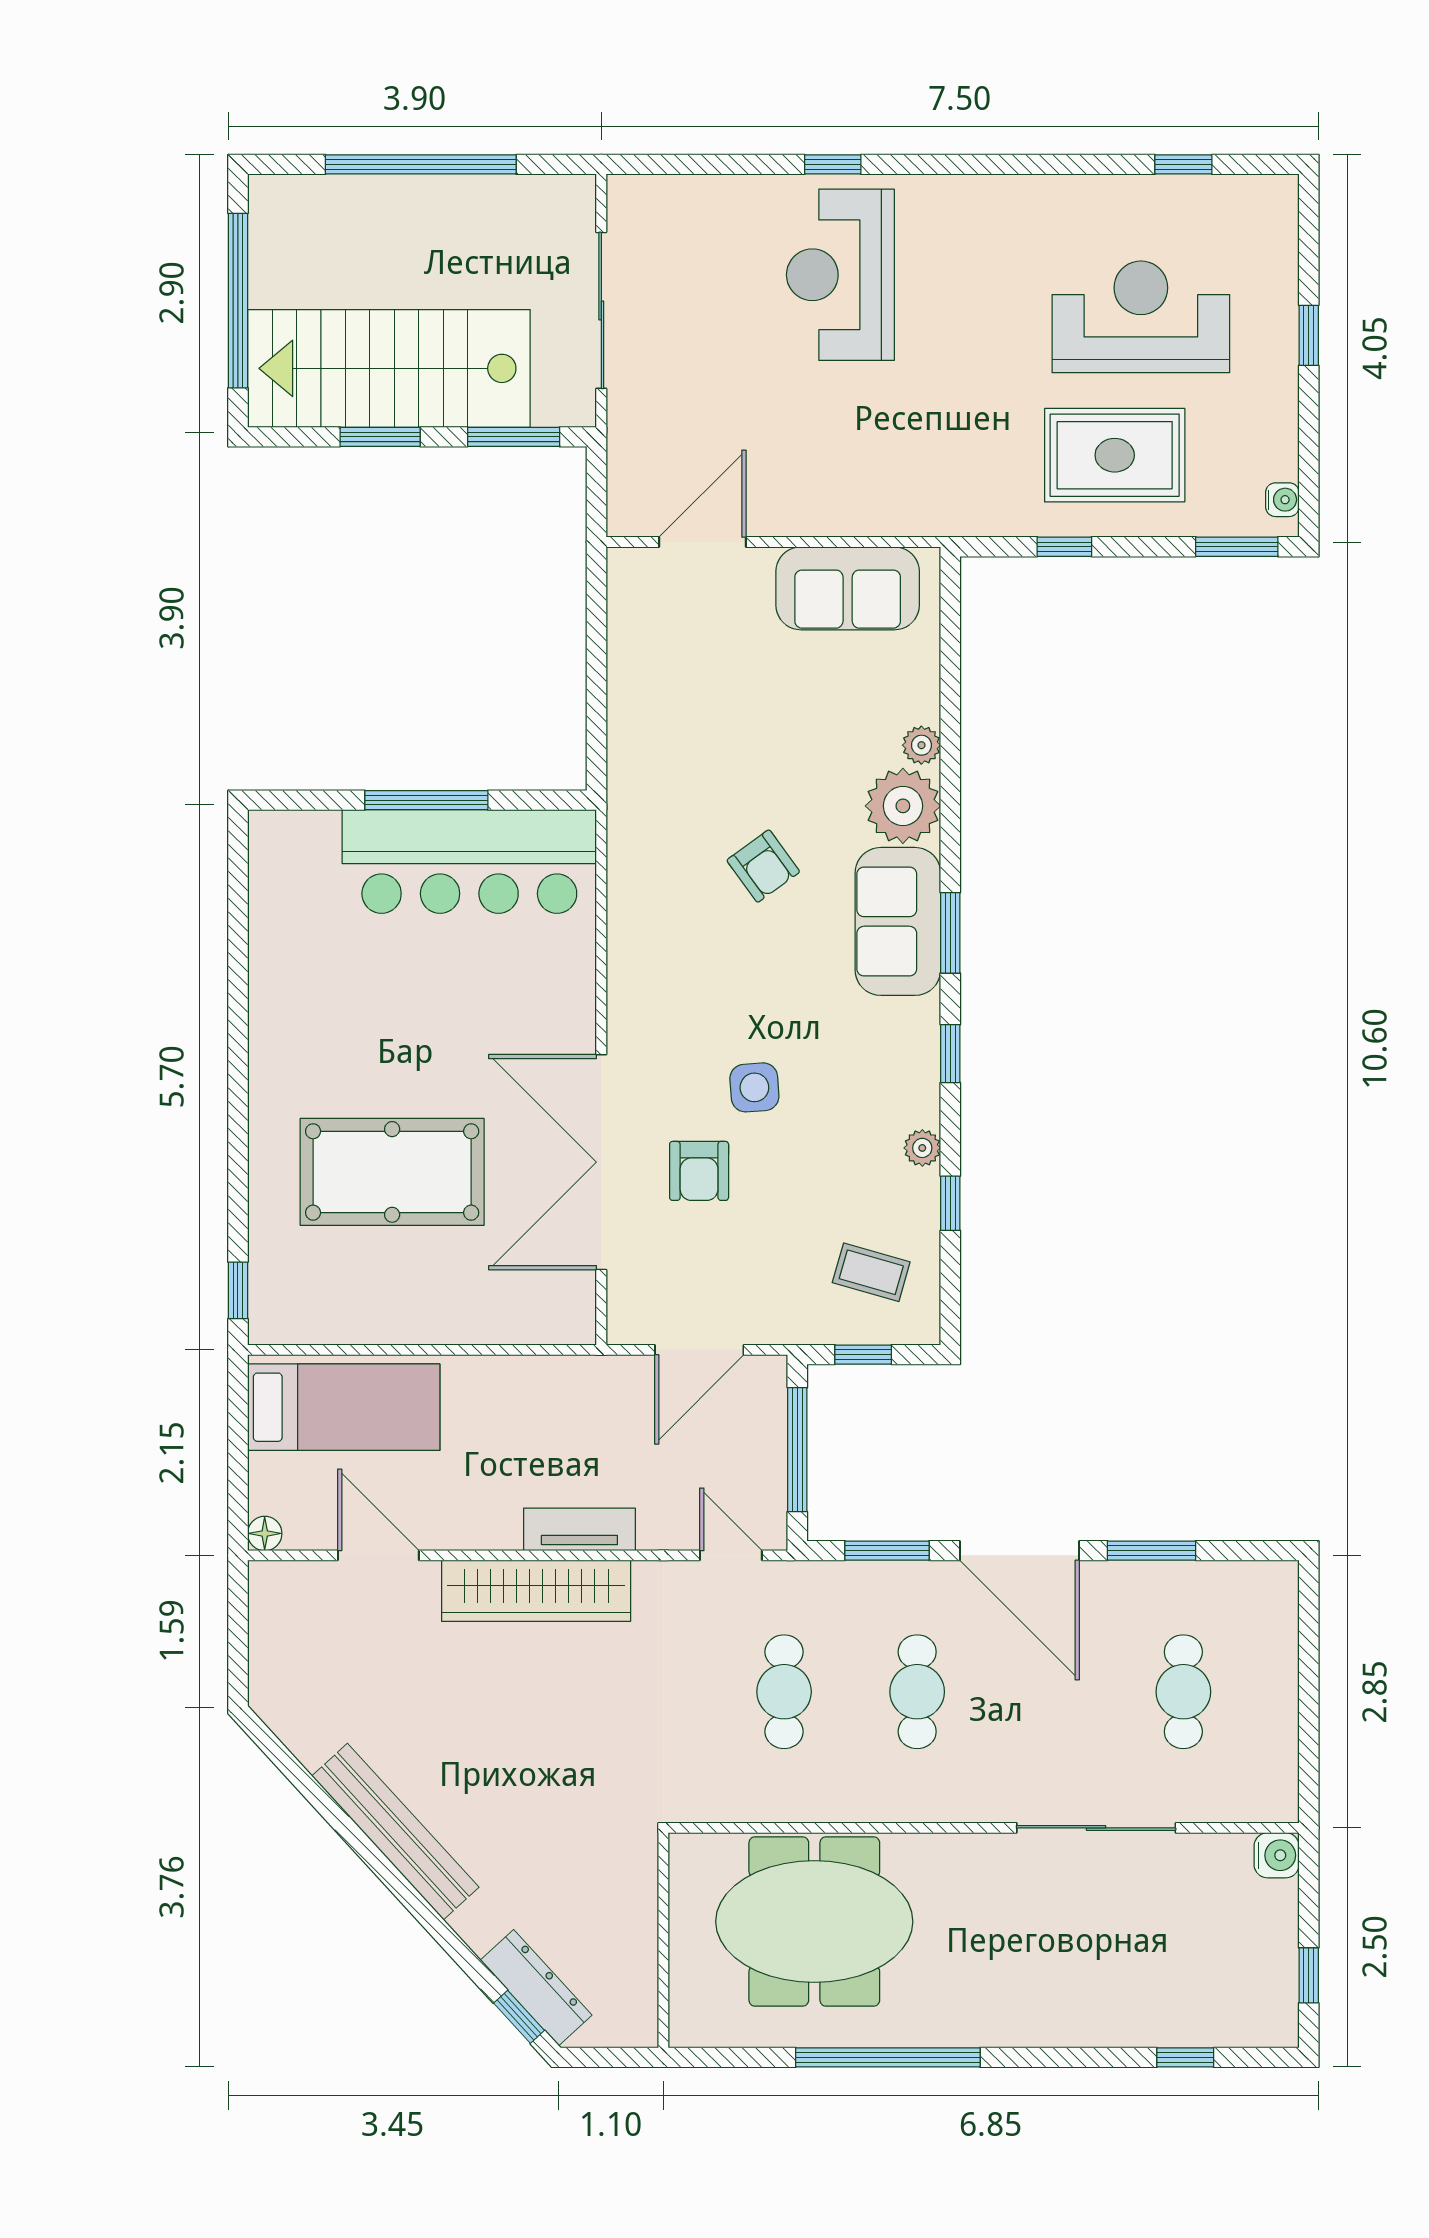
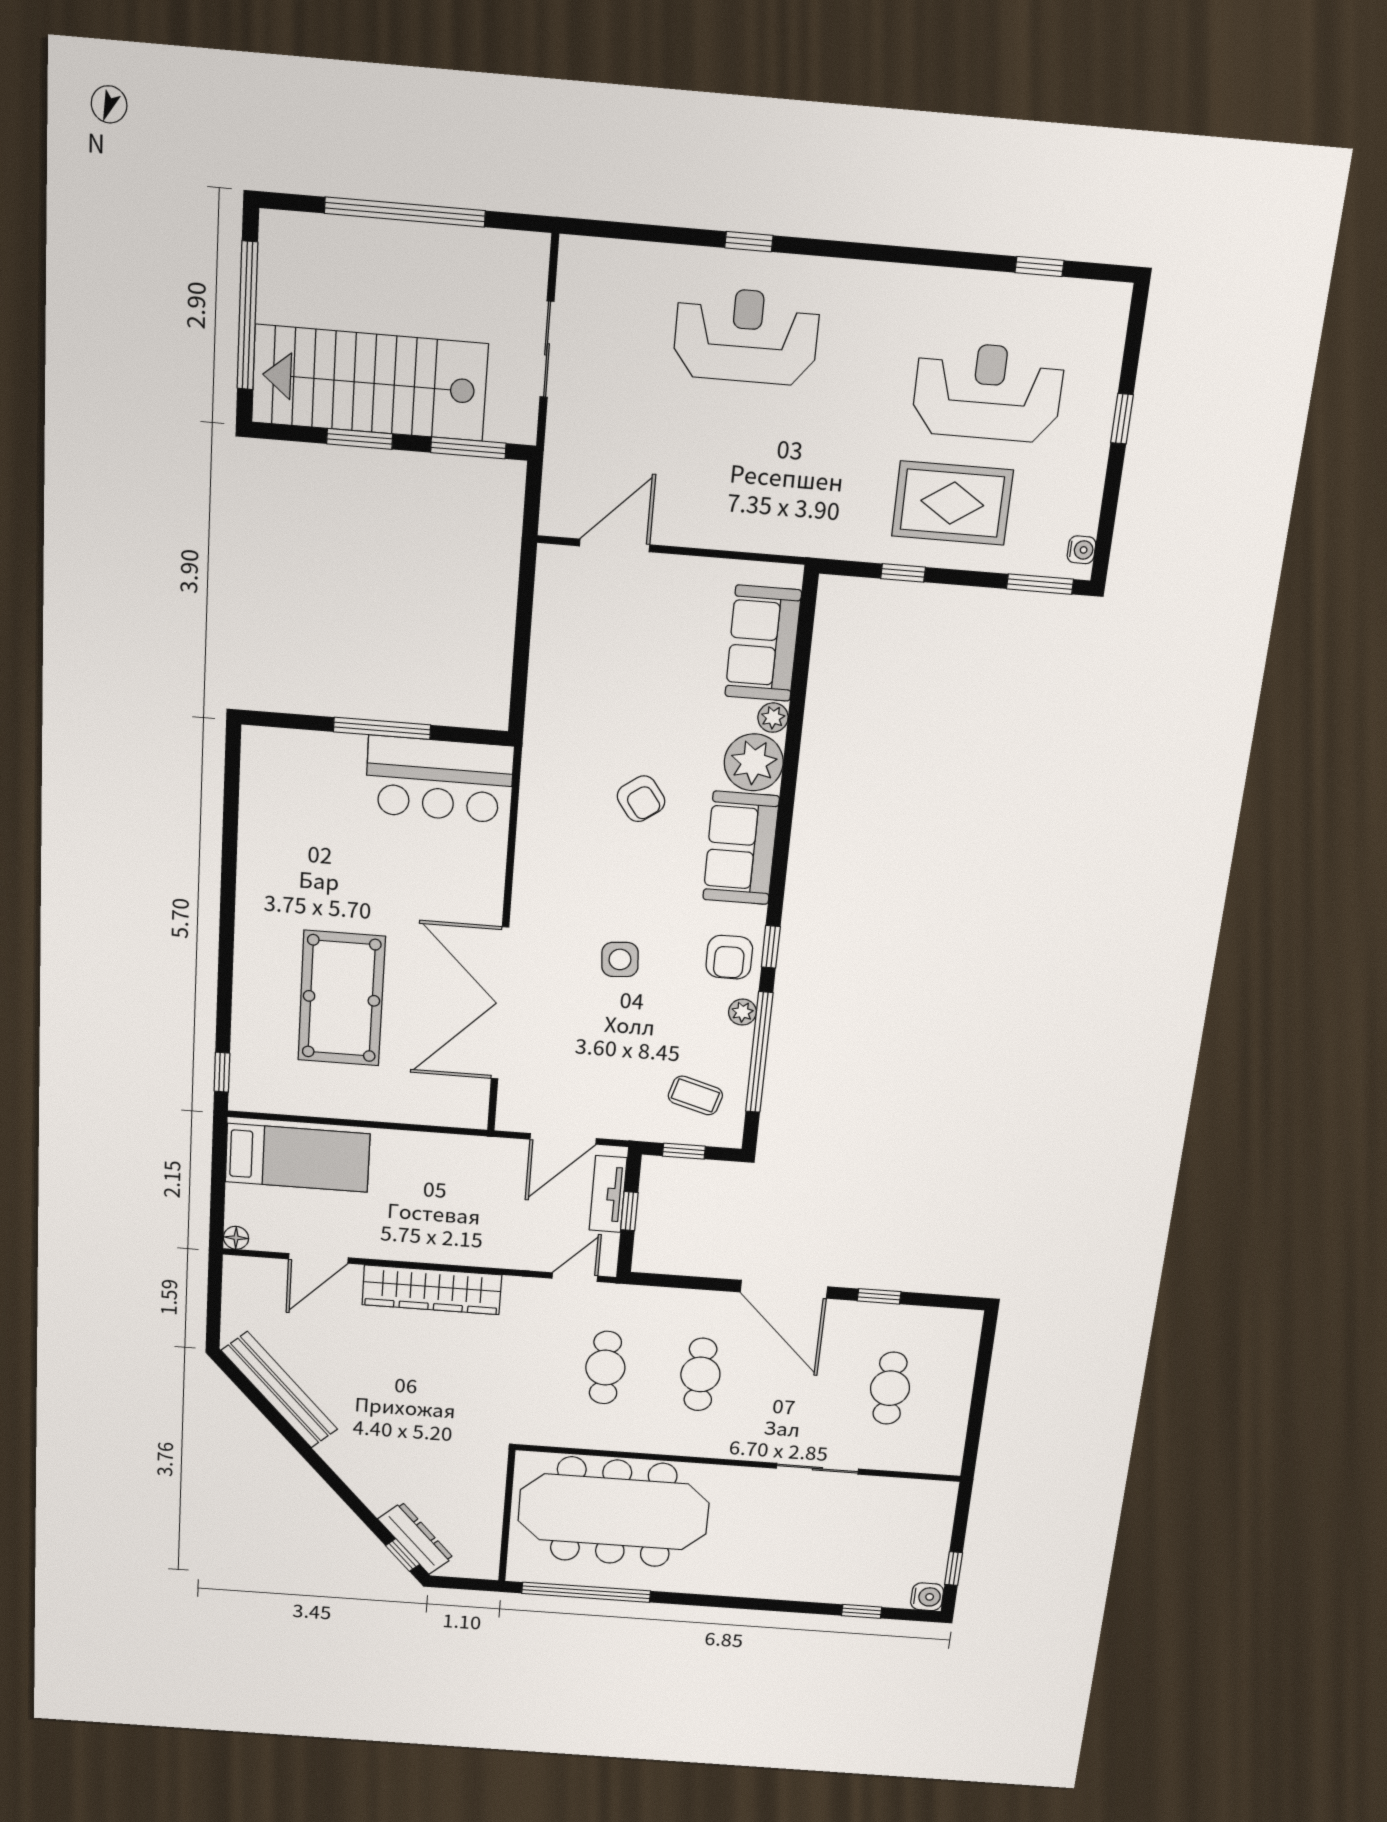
reception desk: (840, 275) -> (746, 336), turned 90
sliding door: (601, 310) -> (547, 349), width x0.73
sofa: (848, 588) -> (763, 643), moved, turned 90
bar counter: (469, 862) -> (439, 779), width x0.73
window: (950, 933) -> (780, 859), removed
armchair: (699, 1171) -> (729, 957), moved
pool table: (392, 1172) -> (341, 998), turned 90
window: (950, 1203) -> (759, 1052), width x3.17
window: (797, 1450) -> (629, 1211), width x0.46
tv unit: (579, 1529) -> (608, 1194), moved, turned -90
window: (887, 1551) -> (688, 1282), removed
window: (1152, 1551) -> (879, 1296), width x0.67
door: (378, 1555) -> (318, 1258), swing flipped
door: (731, 1555) -> (575, 1277), hinge flipped
sliding door: (1096, 1828) -> (817, 1469), width x0.73
bench: (395, 1832) -> (280, 1390), moved
water cooler: (1277, 1855) -> (927, 1597), moved
meeting table: (814, 1922) -> (614, 1512), width x1.36
window: (888, 2057) -> (586, 1592), moved

